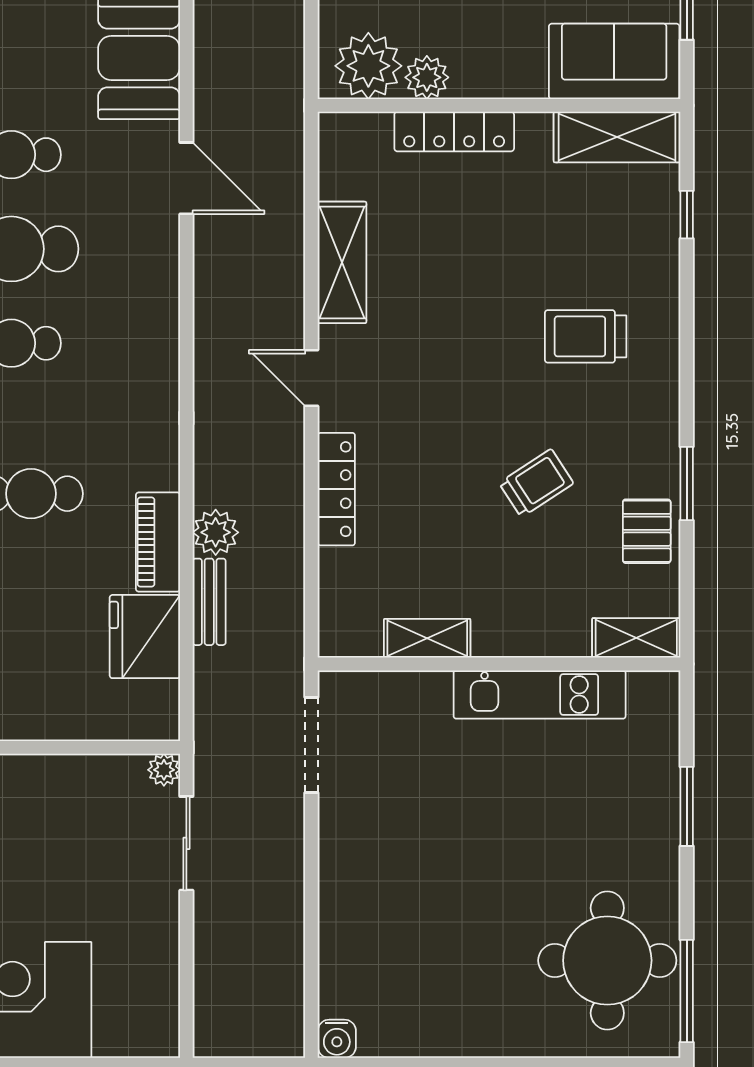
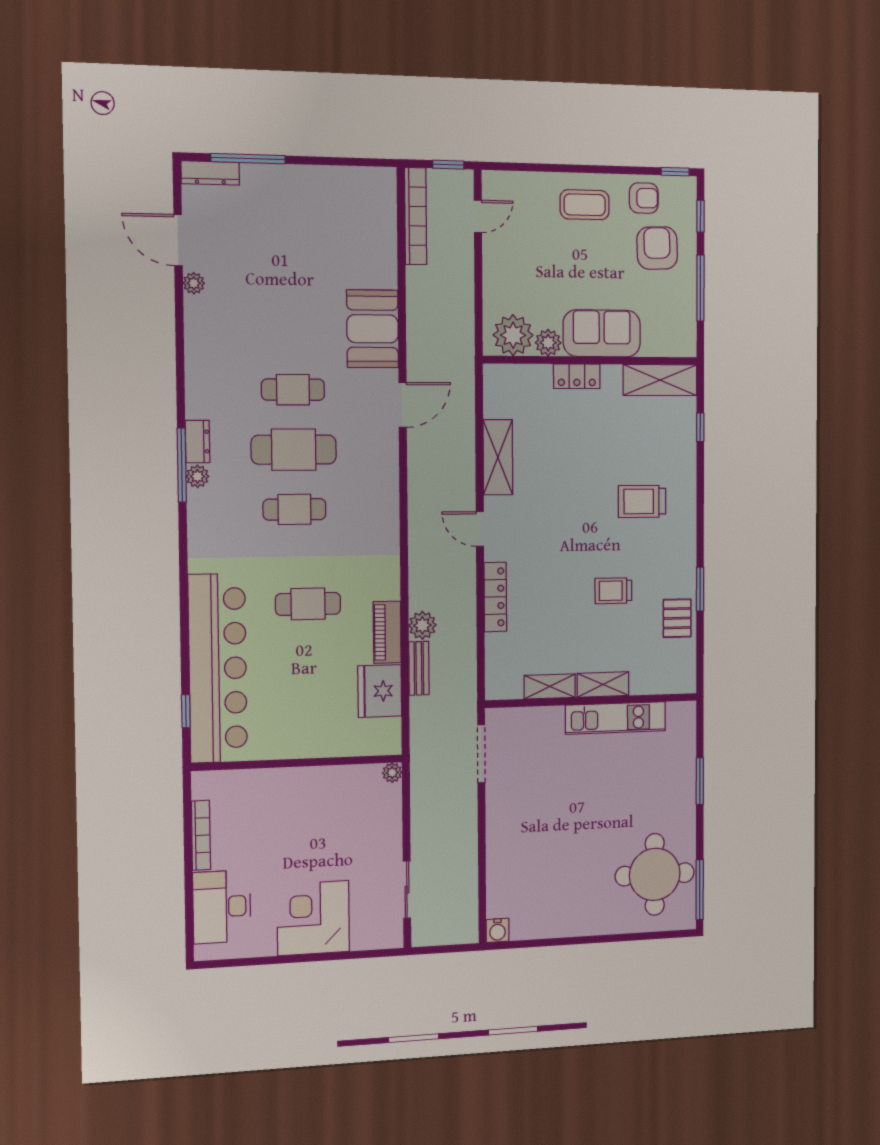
sofa: (614, 61) -> (602, 333), moved
locker: (454, 131) -> (577, 376), width x0.66
door: (186, 178) -> (403, 405), hinge flipped
trolley: (536, 483) -> (613, 591), turned -147
shelving: (636, 638) -> (603, 684), moved
sliding door: (186, 843) -> (407, 890), moved

